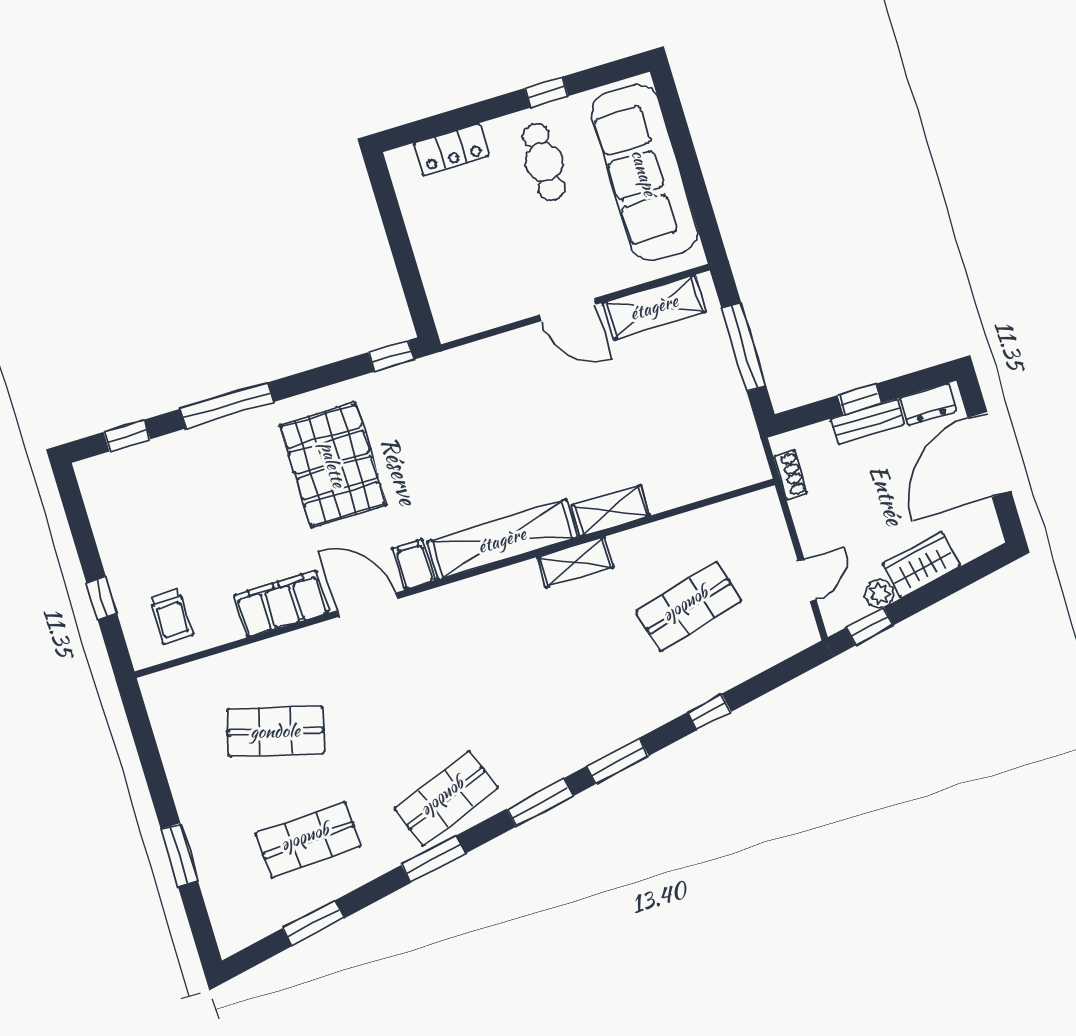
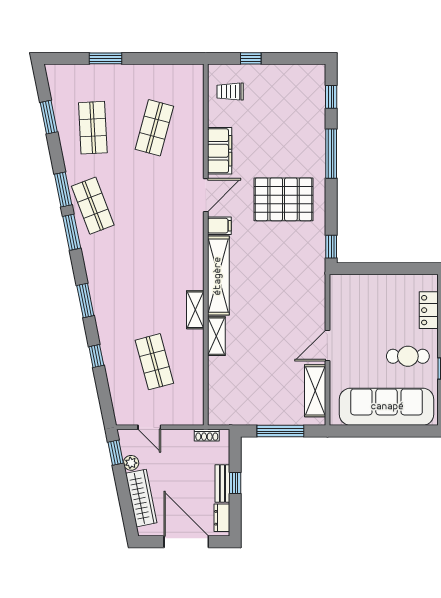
wardrobe: (921, 565) -> (141, 498), width x1.50
window: (540, 802) -> (72, 232), moved

